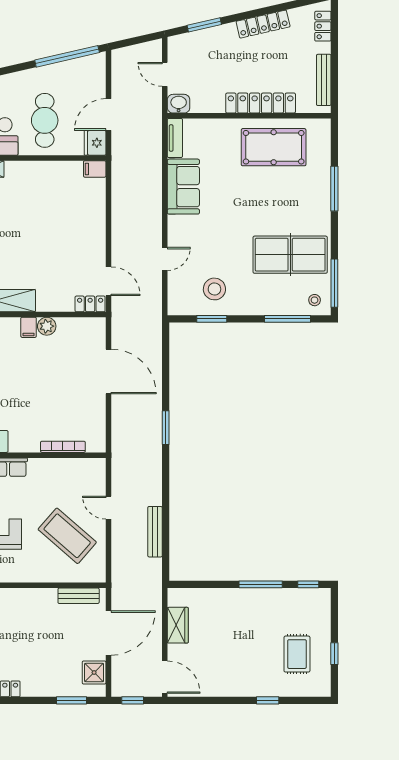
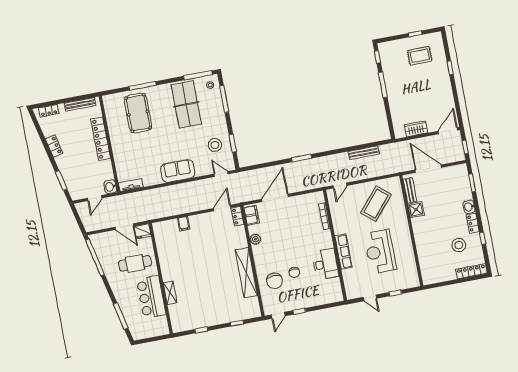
locker: (263, 24) -> (54, 146), width x0.66
pool table: (274, 147) -> (138, 113), moved
filing cabinet: (95, 169) -> (184, 224), moved
sofa: (183, 187) -> (178, 171), moved
door: (165, 259) -> (221, 174), moved
filing cabinet: (29, 327) -> (252, 215), moved, width x2.00
door: (108, 508) -> (340, 186), moved
shower: (94, 672) -> (416, 210), moved
washbasin: (33, 688) -> (469, 207), added

